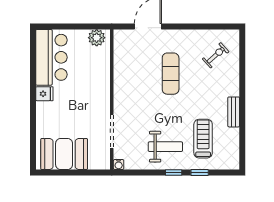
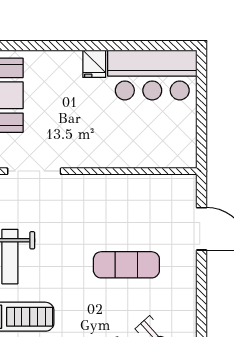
plant: (97, 38) -> (184, 147), removed

